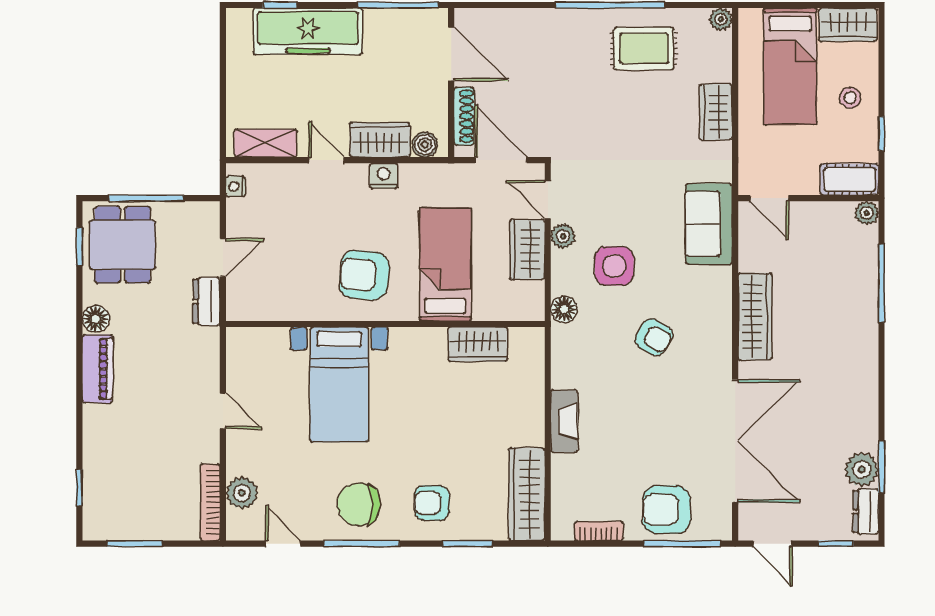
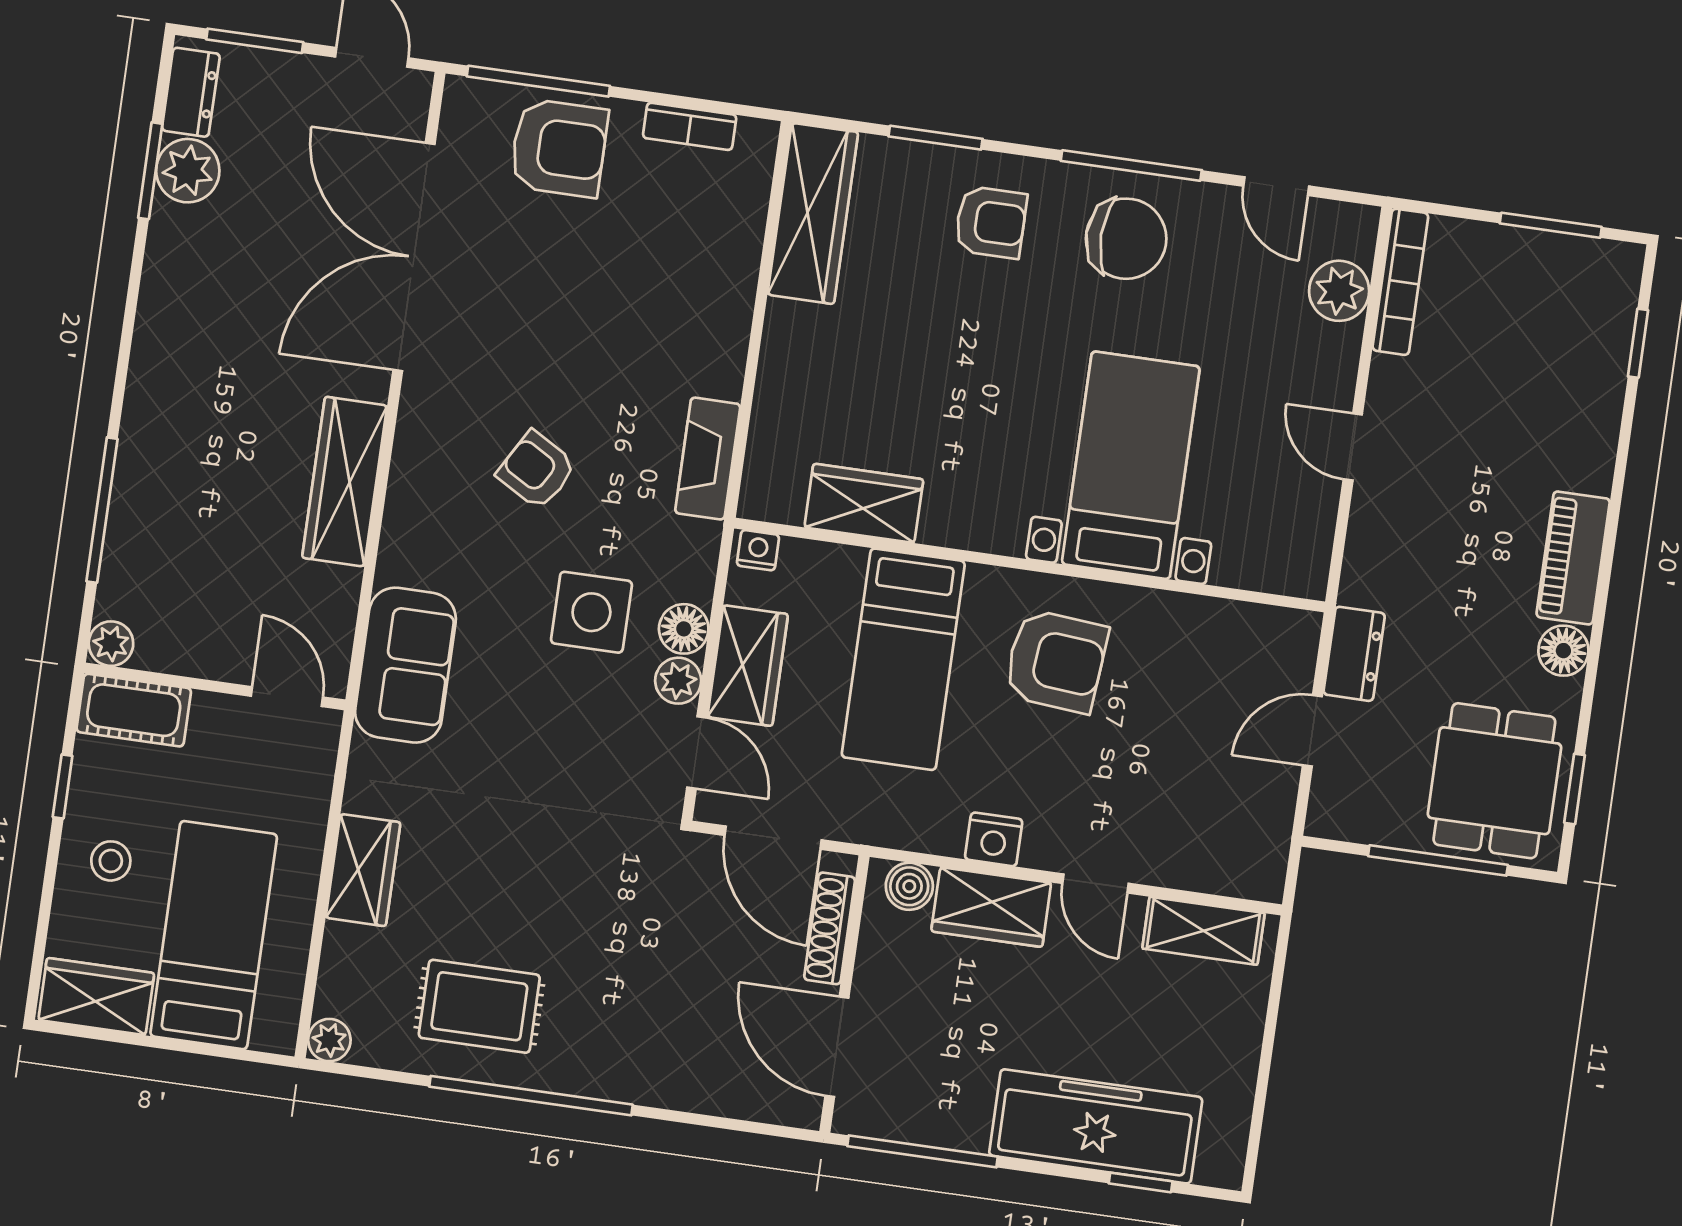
nightstand: (235, 186) -> (758, 550), moved, turned -90
floor lamp: (564, 309) -> (684, 629), moved
fireplace: (564, 421) -> (708, 459), moved
window: (836, 544) -> (255, 41), width x1.50

